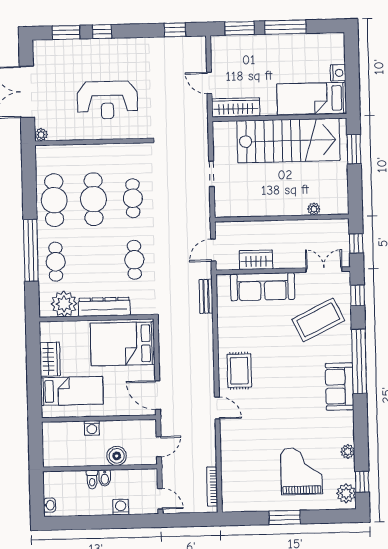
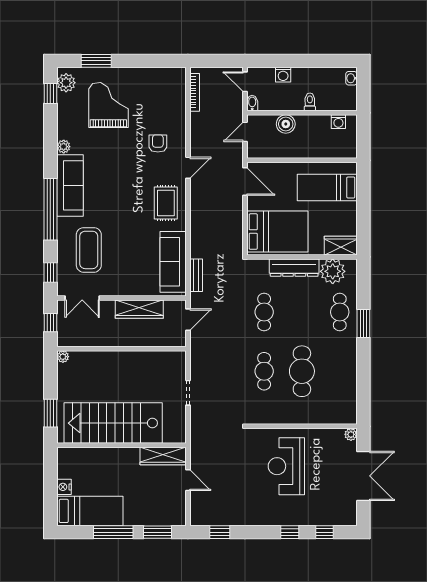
window: (66, 32) -> (324, 532), width x0.67
bed: (312, 98) -> (90, 511), moved
reception desk: (107, 100) -> (286, 466), turned -90
cafe table: (54, 200) -> (340, 371), removed
plant: (314, 209) -> (63, 357), moved
window: (31, 250) -> (363, 324), width x0.47
wardrobe: (256, 260) -> (139, 309), width x1.50
sofa: (263, 287) -> (173, 262), moved, turned -90
coffee table: (318, 320) -> (89, 250), turned -64
wardrobe: (50, 359) -> (341, 246), moved, turned 90
sofa: (339, 387) -> (70, 185), width x1.36
door: (217, 408) -> (188, 168), swing flipped
washing machine: (92, 428) -> (338, 122), moved, turned 180
armchair: (249, 432) -> (158, 144), added
plant: (348, 451) -> (64, 147), moved
grand piano: (301, 471) -> (108, 105), turned 180
bidet: (105, 478) -> (252, 103), moved
window: (285, 517) -> (96, 61), moved

